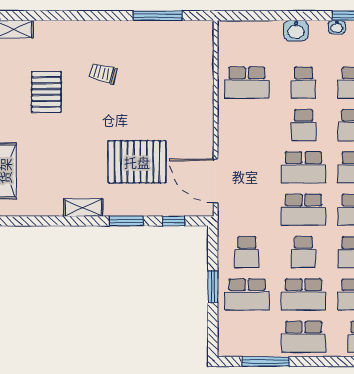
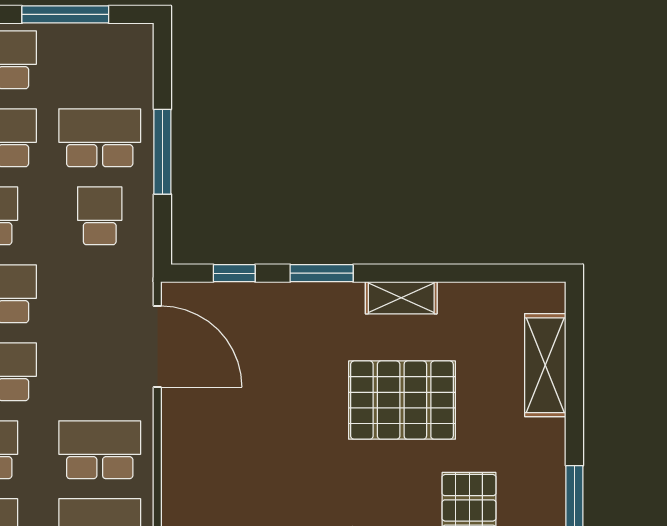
school desk: (247, 125) -> (100, 450), added
pallet: (137, 162) -> (402, 400), moved
window: (213, 287) -> (162, 152), width x1.44

